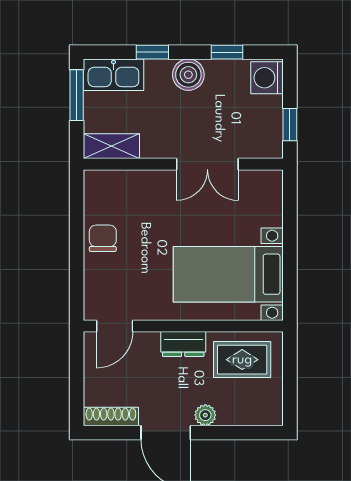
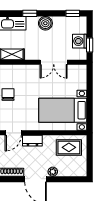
window: (227, 52) -> (73, 13), moved
washing machine: (267, 78) -> (80, 41), moved
dresser: (183, 344) -> (32, 141), moved

